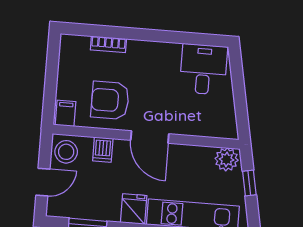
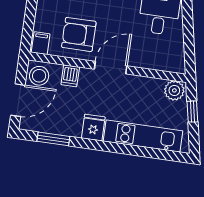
door: (150, 137) -> (111, 68), swing flipped
door: (43, 182) -> (18, 100), width x1.38

